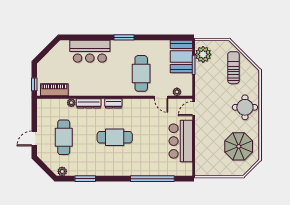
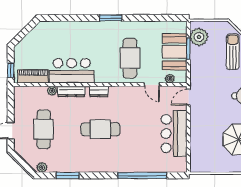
bar counter: (90, 51) -> (72, 71), moved, turned 180
booth: (181, 56) -> (175, 52), moved

